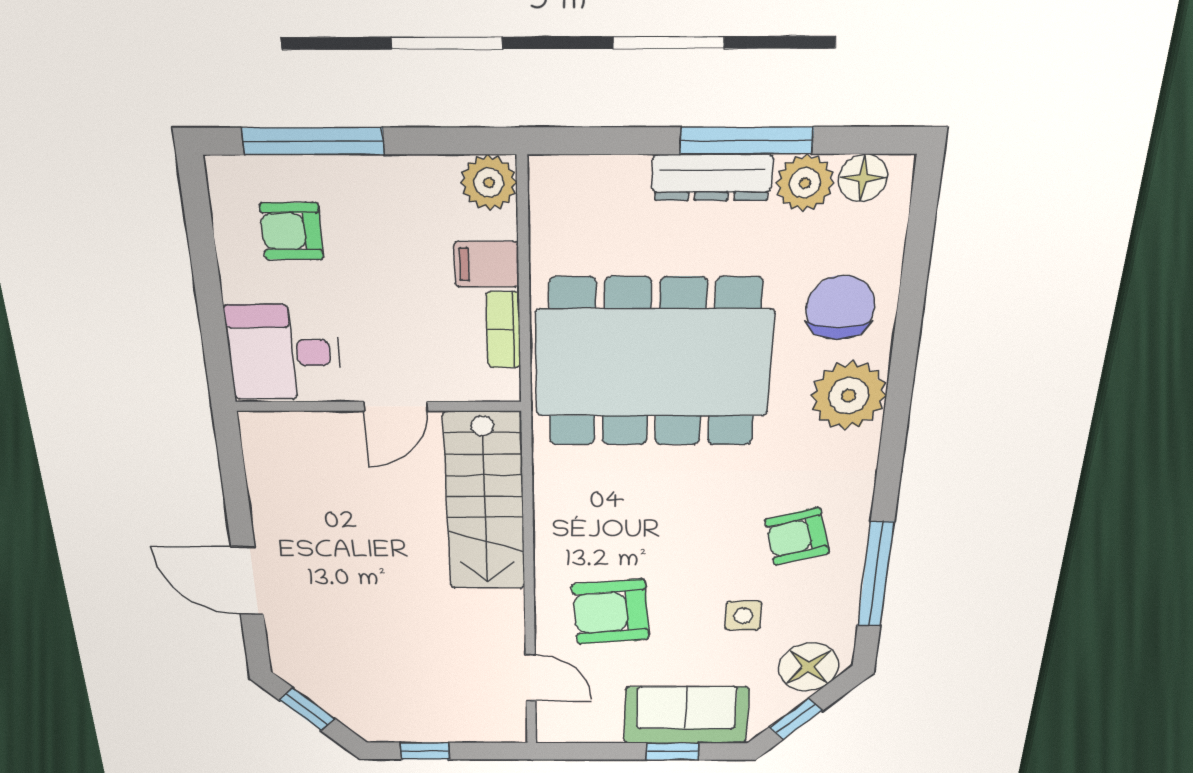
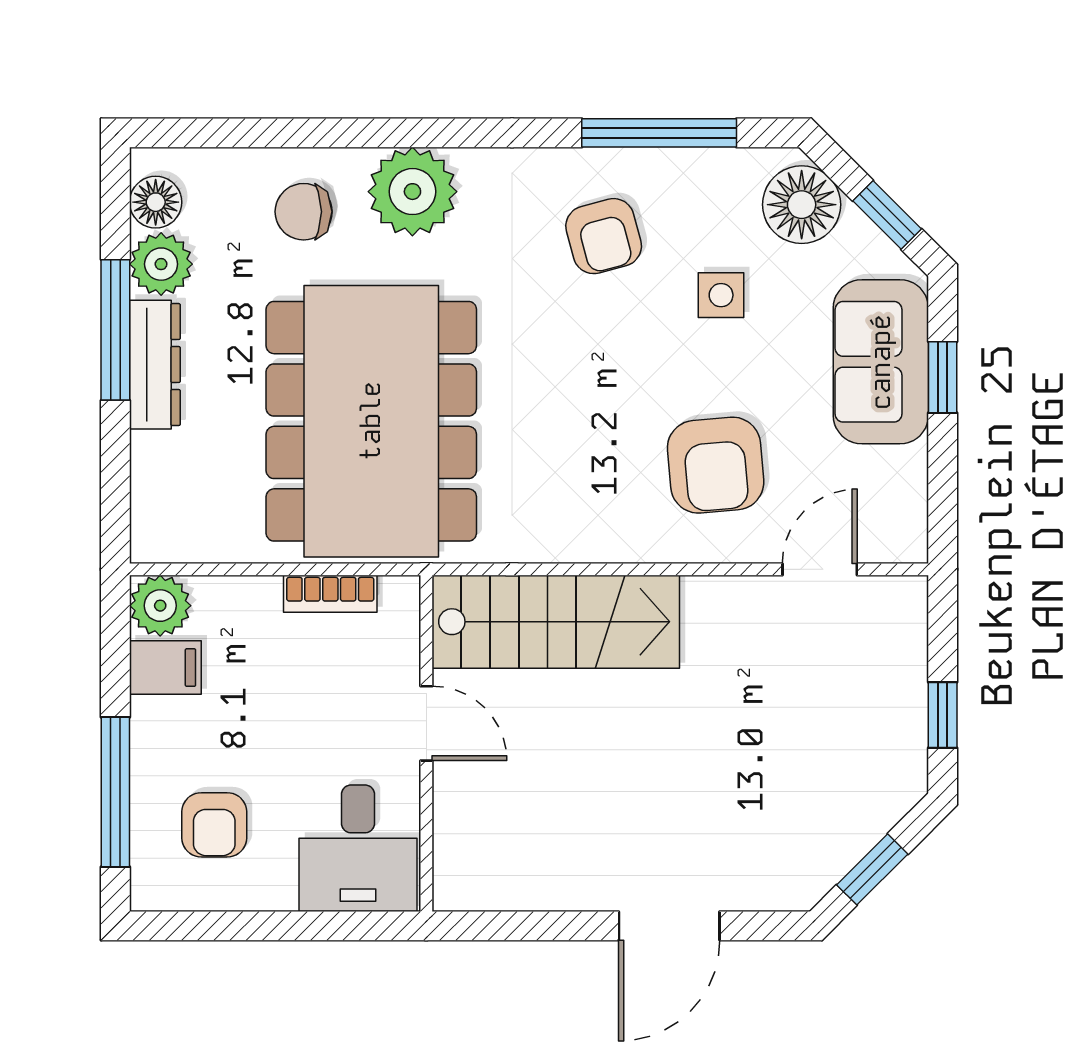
filing cabinet: (487, 264) -> (165, 668), moved, turned -90
chair: (840, 308) -> (304, 212), width x0.73, depth x0.73

